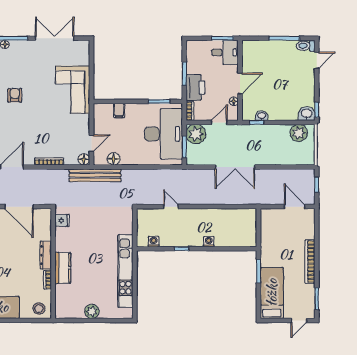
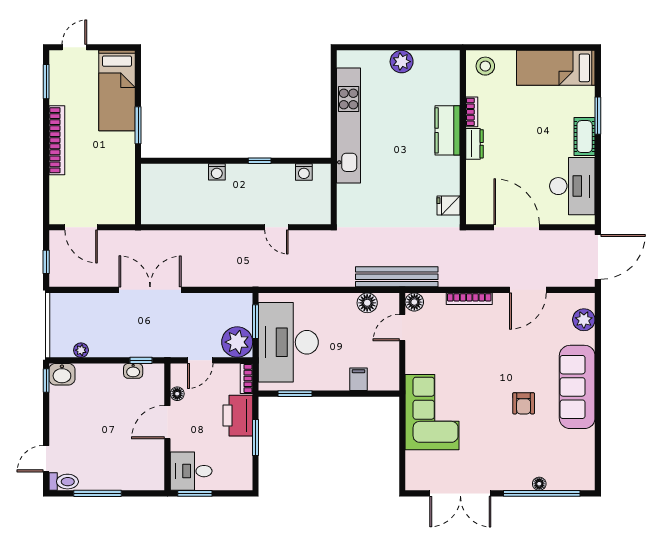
plant: (299, 133) -> (81, 350), width x0.53, depth x0.53
double door: (235, 167) -> (150, 290), moved
dresser: (46, 255) -> (475, 144), width x0.70

